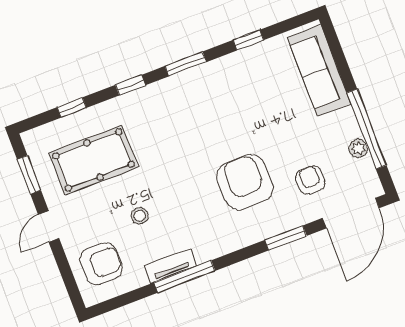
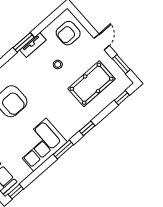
window: (248, 40) -> (16, 192), moved
corner sofa: (223, 88) -> (40, 145), added
window: (72, 107) -> (122, 98), moved
window: (185, 277) -> (24, 42), width x0.69

